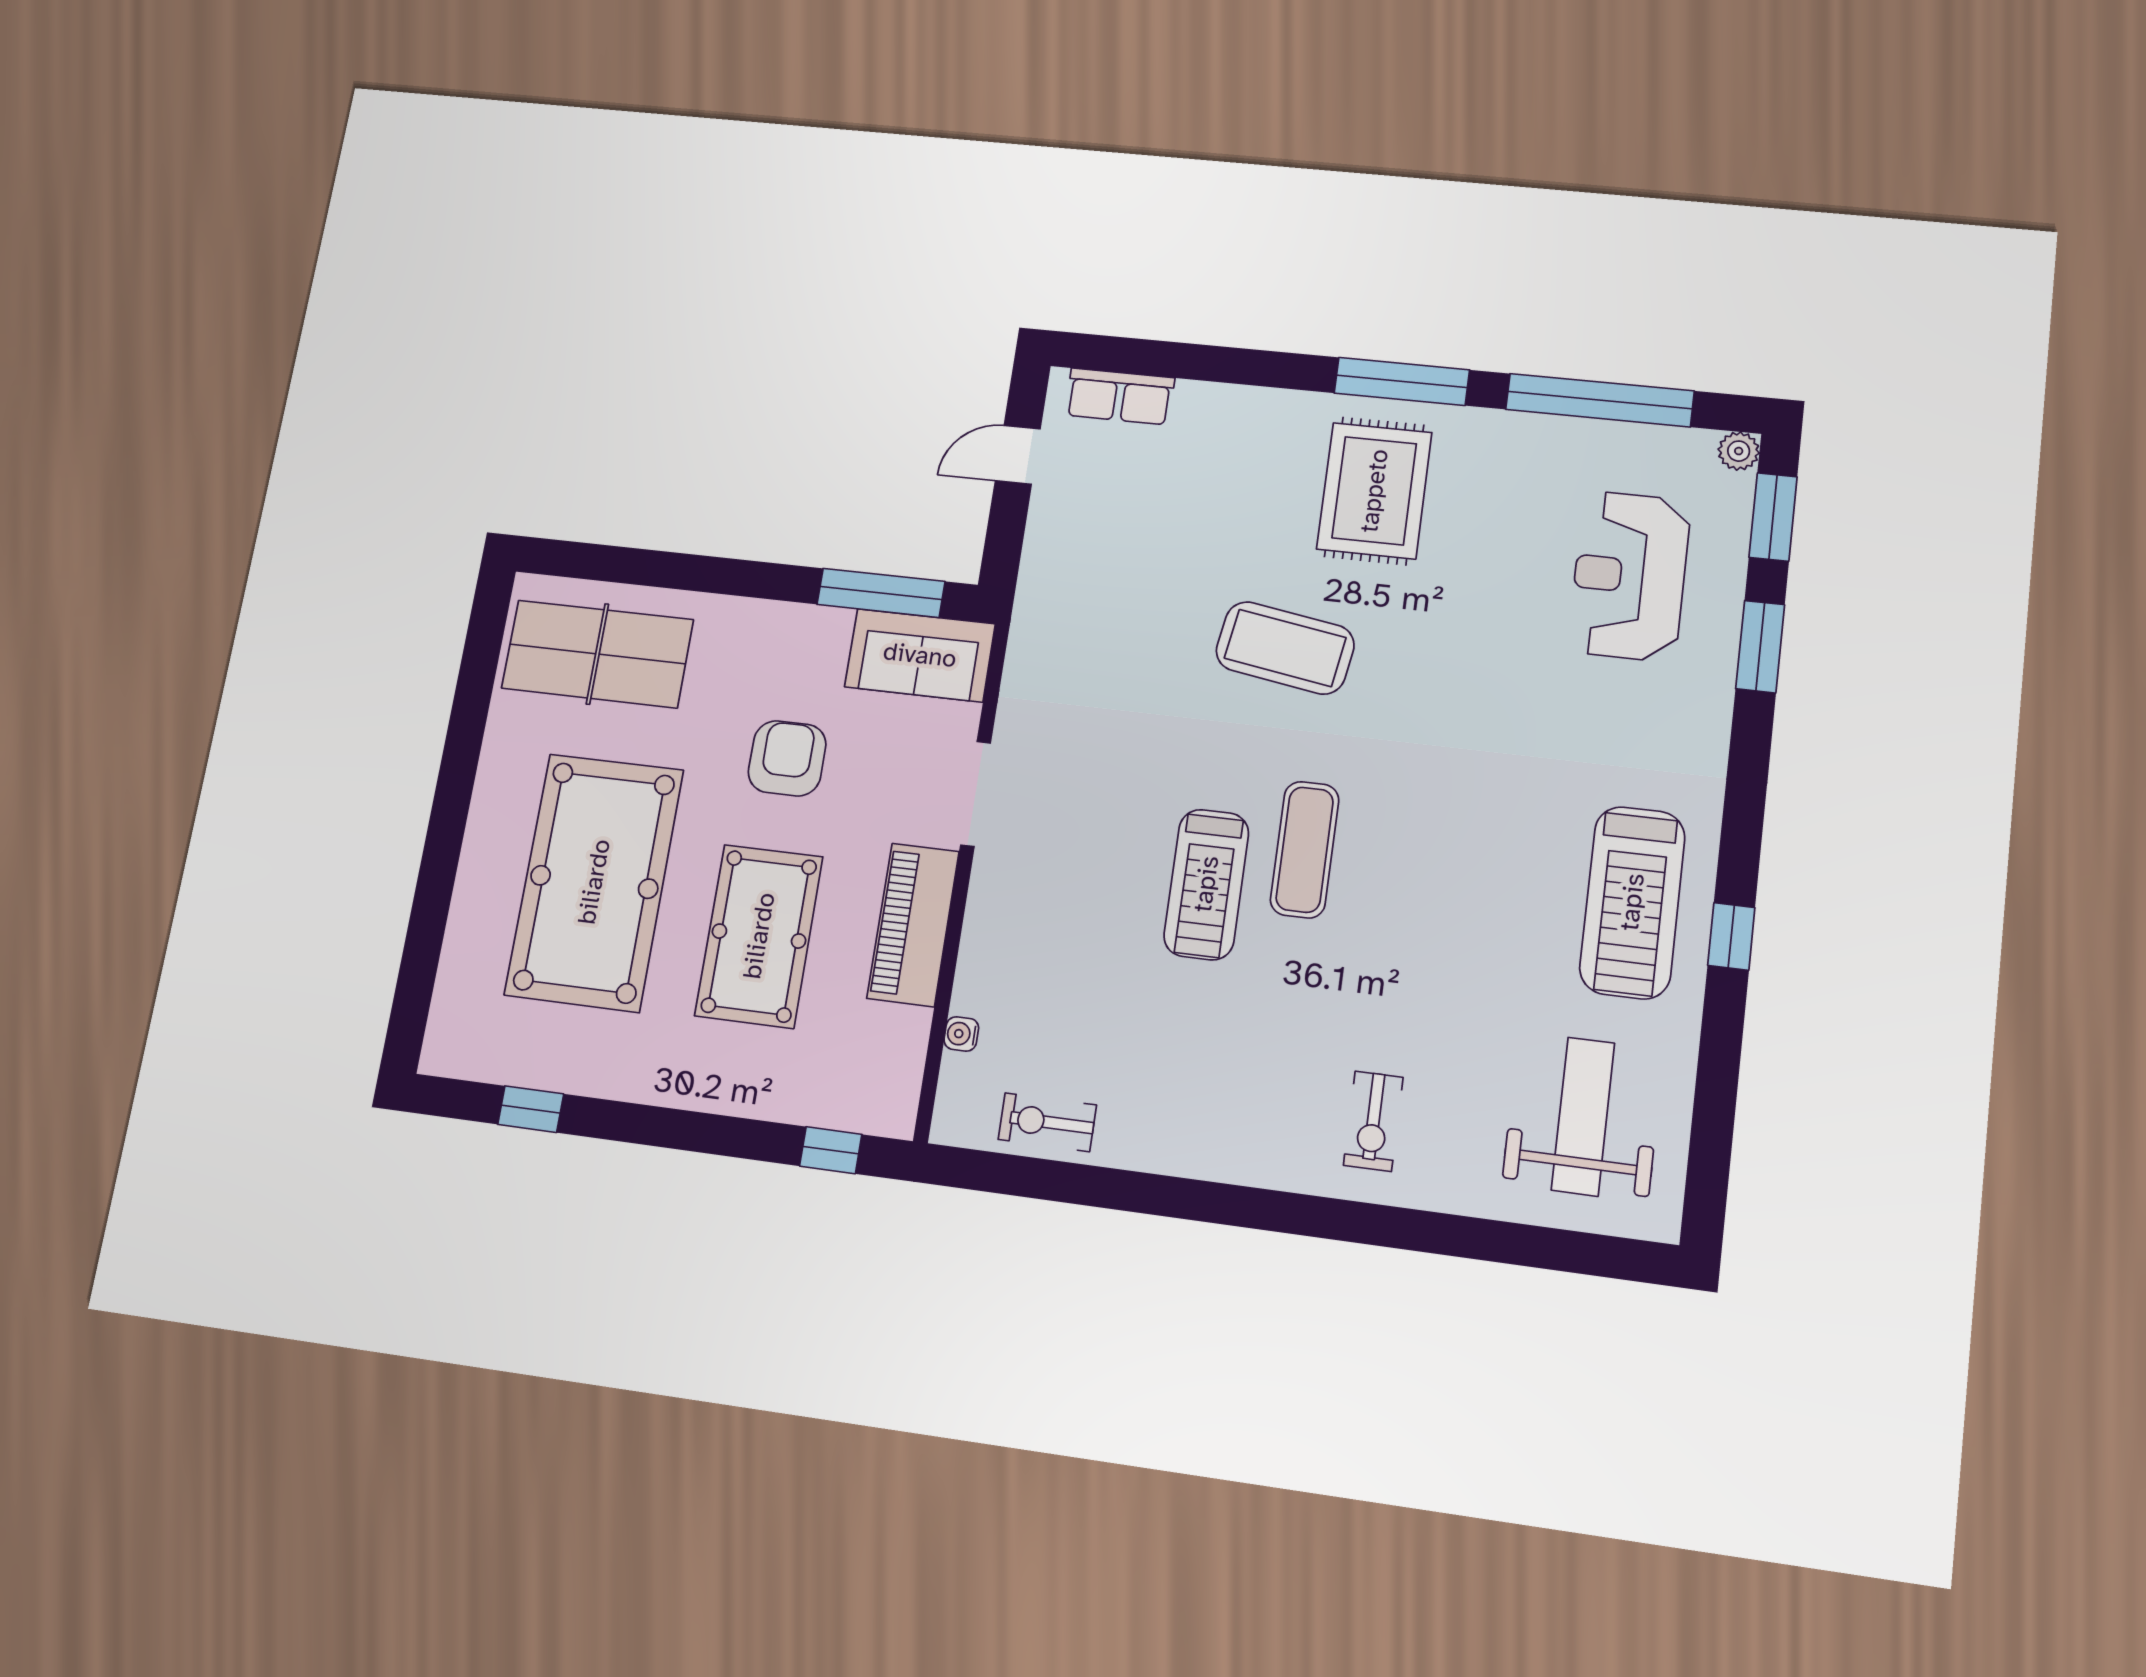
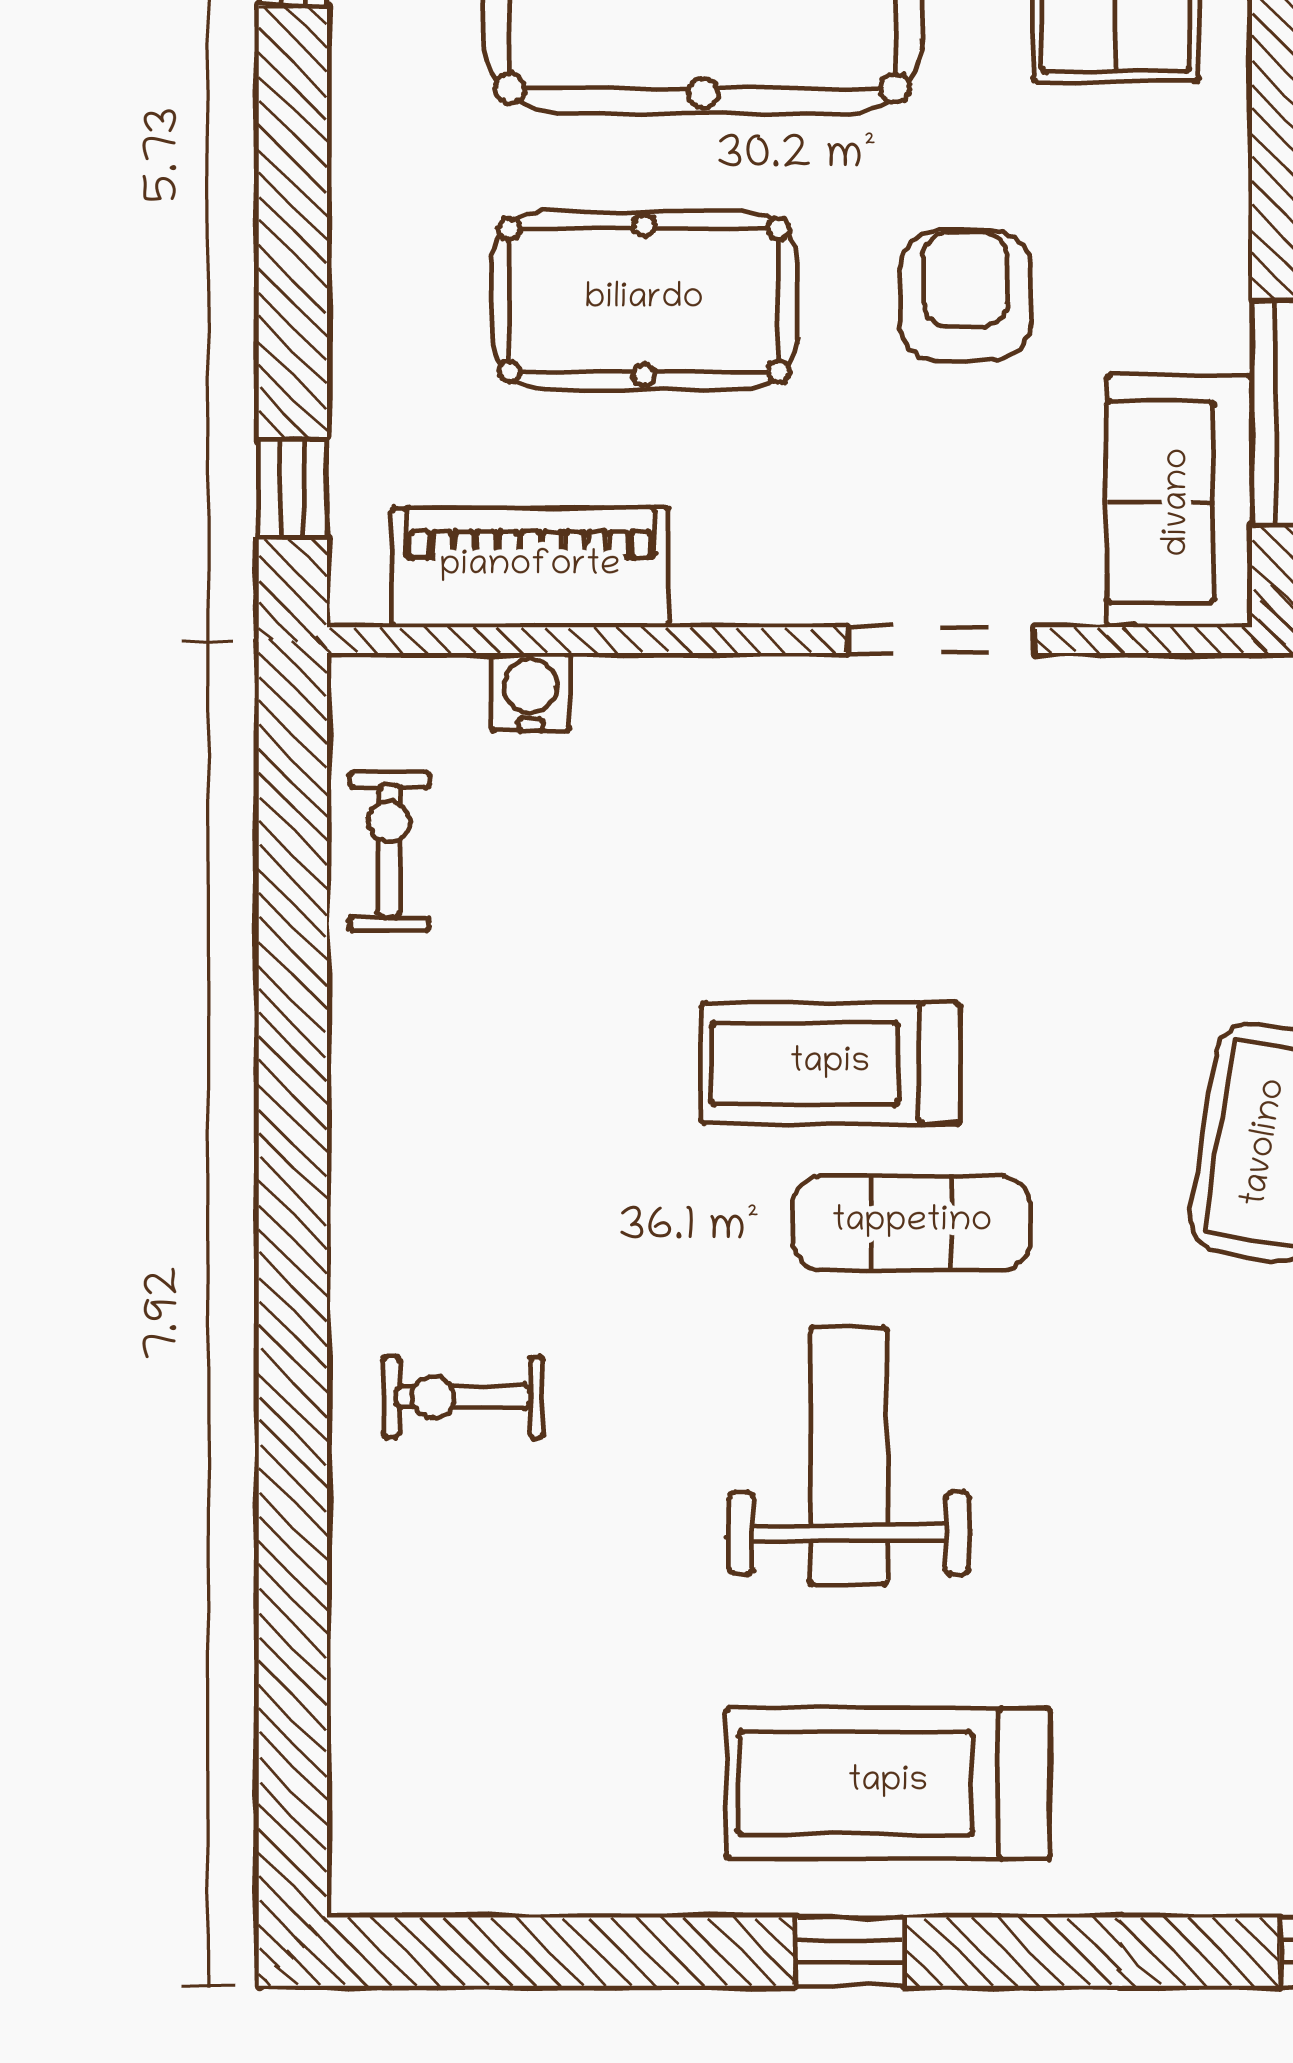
armchair: (787, 758) -> (965, 295), turned -90
piano: (913, 925) -> (530, 567), moved
water cooler: (961, 1034) -> (530, 692), width x1.38, depth x1.38
weight bench: (1583, 1116) -> (849, 1456), moved, turned -90

